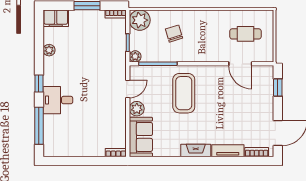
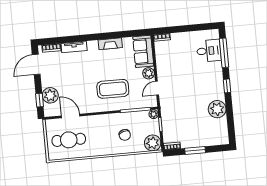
filing cabinet: (56, 18) -> (219, 138), removed
cafe table: (245, 34) -> (69, 140), width x1.37, depth x1.35
plant: (49, 50) -> (217, 109), width x1.88, depth x1.88
plant: (264, 92) -> (50, 95), added
coffee table: (184, 93) -> (113, 89), turned 90
desk: (58, 100) -> (209, 51), moved
fireplace: (196, 150) -> (110, 44), moved

